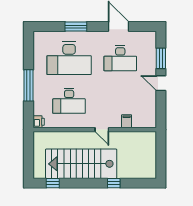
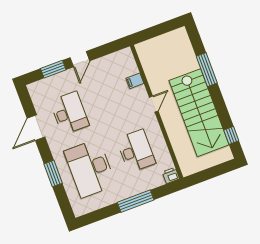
desk: (69, 58) -> (90, 168), turned 180
window: (114, 183) -> (207, 70), width x2.17

